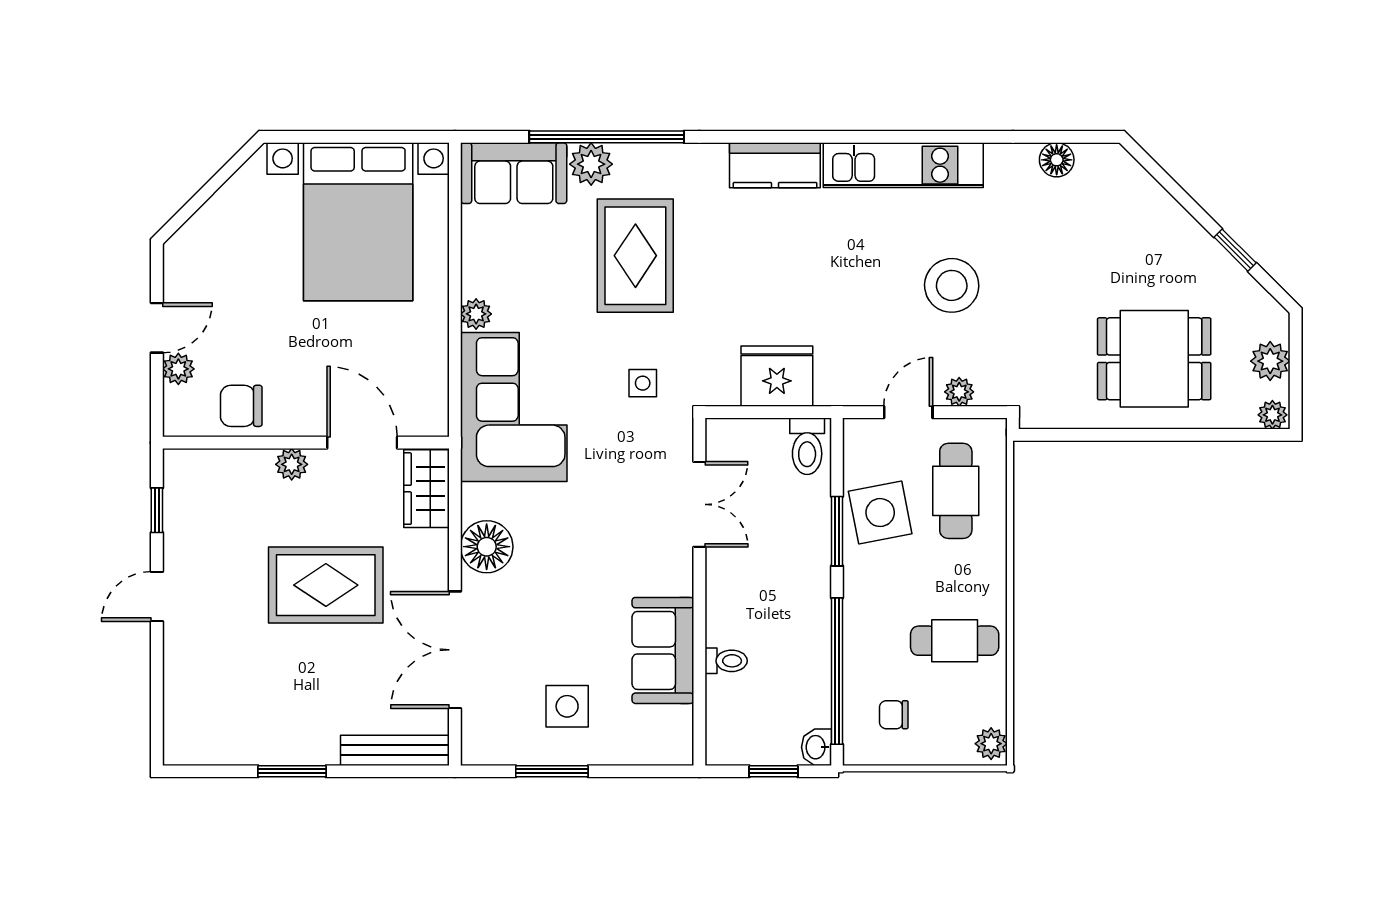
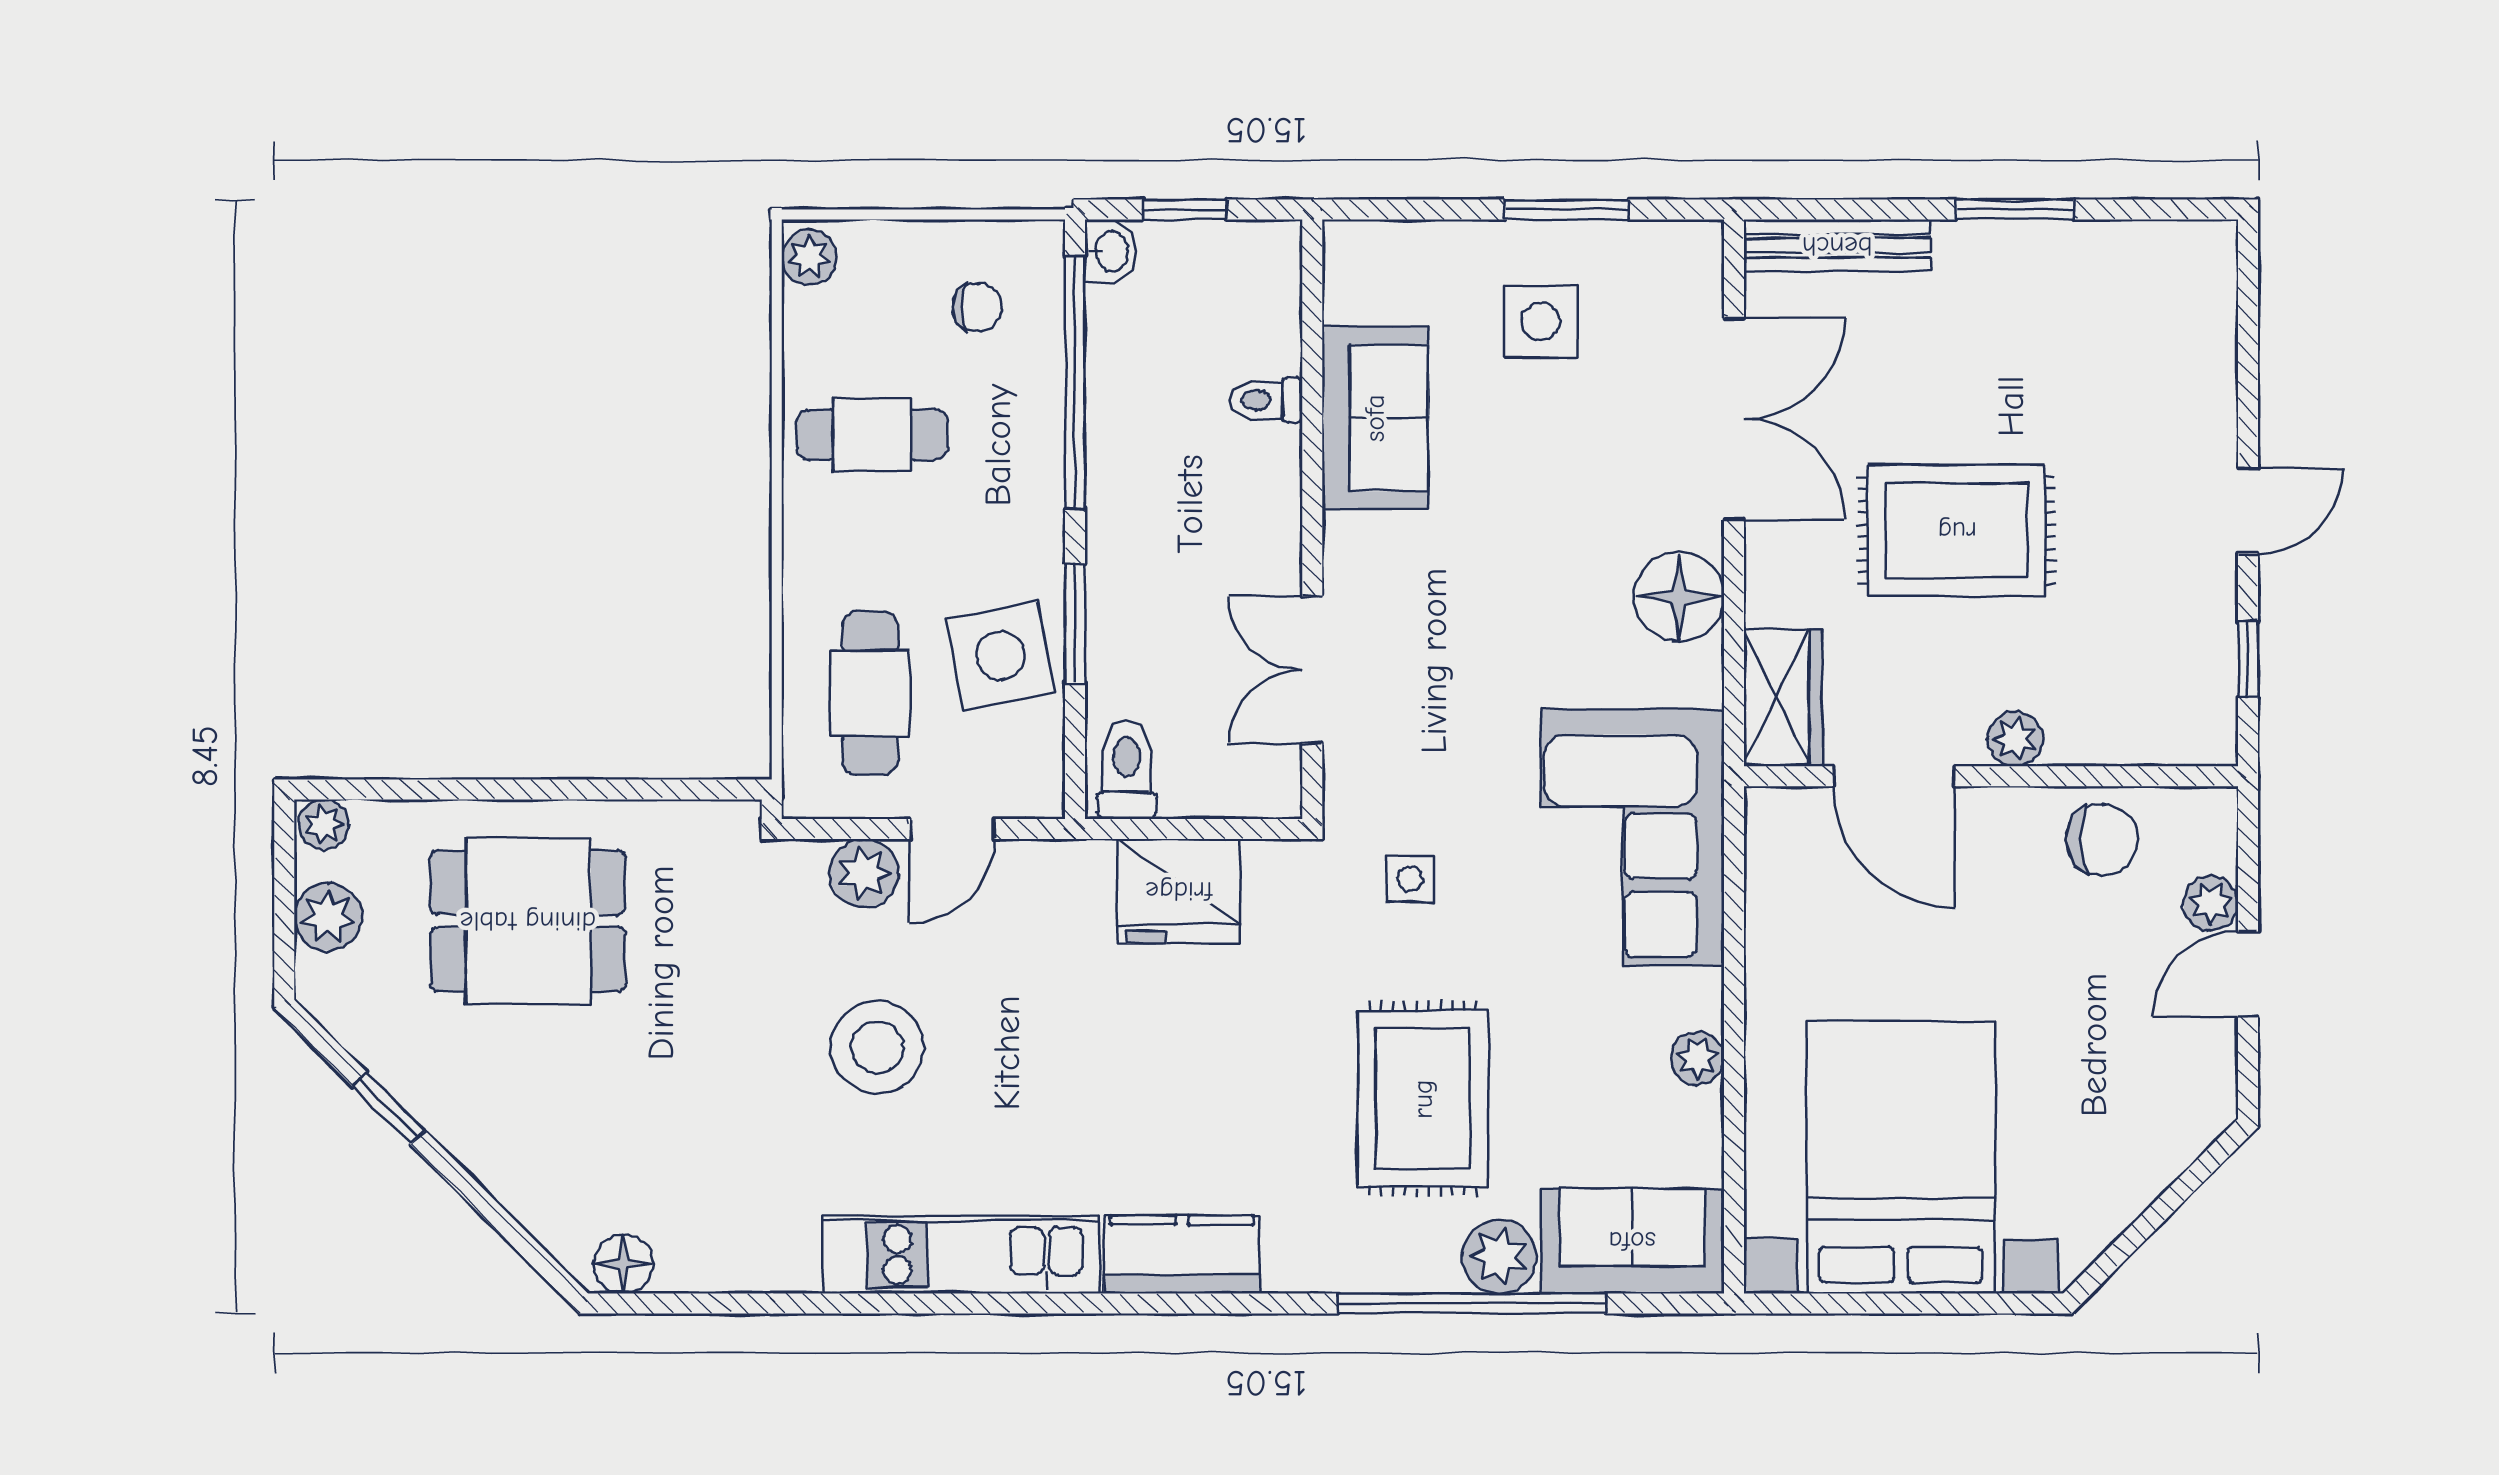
floor lamp: (1057, 160) -> (623, 1264), moved
plant: (476, 314) -> (1697, 1058), moved
plant: (959, 392) -> (864, 873), width x1.38, depth x1.38

